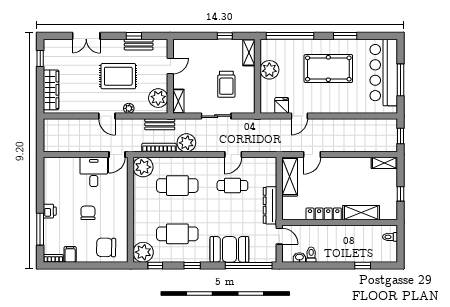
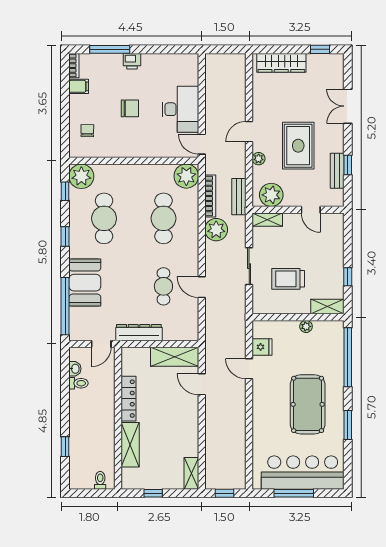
plant: (269, 70) -> (306, 326), width x0.53, depth x0.53
desk: (94, 172) -> (180, 109), width x1.37
chair: (106, 247) -> (87, 131), width x0.54, depth x0.54

